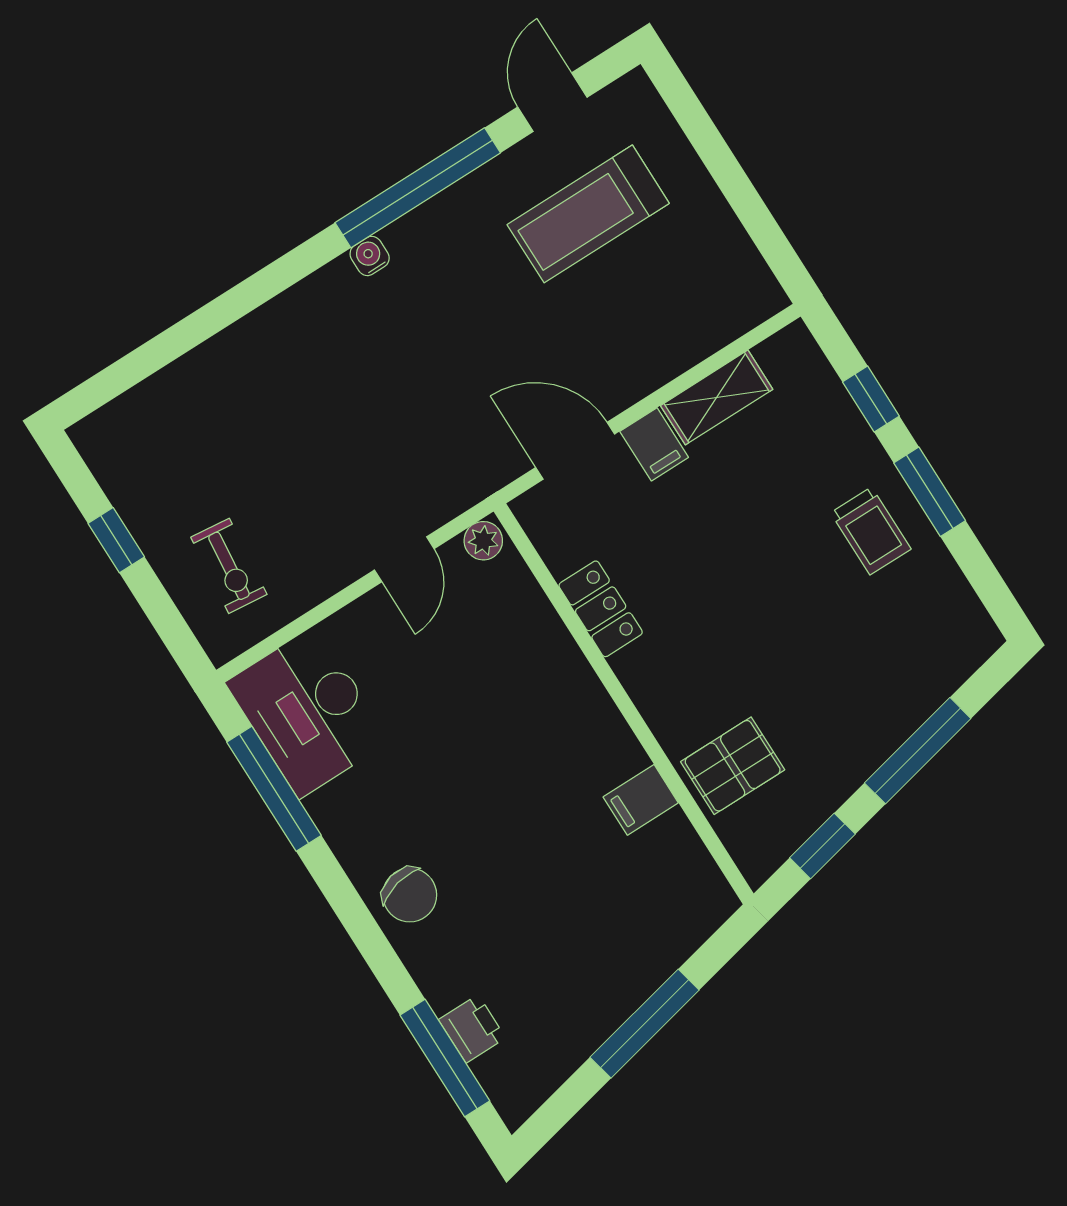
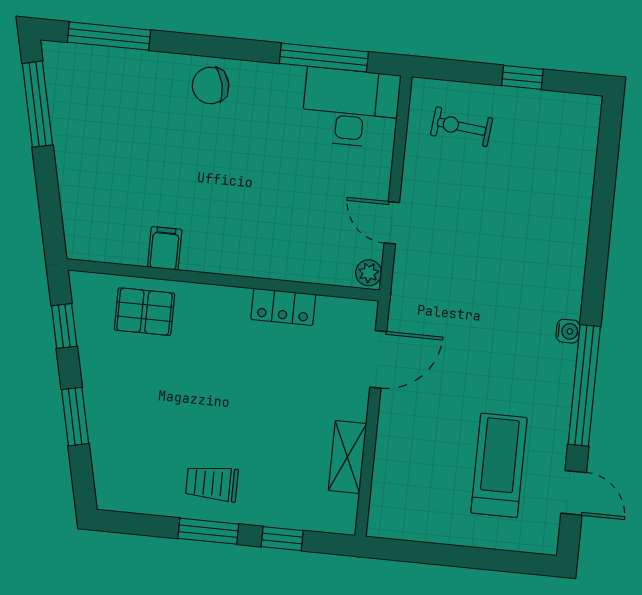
filing cabinet: (654, 444) -> (349, 404), removed
window: (918, 751) -> (75, 417), width x0.69
pallet: (733, 766) -> (144, 312), turned 90
window: (645, 1024) -> (37, 104), moved
printer: (472, 1029) -> (113, 63), removed

